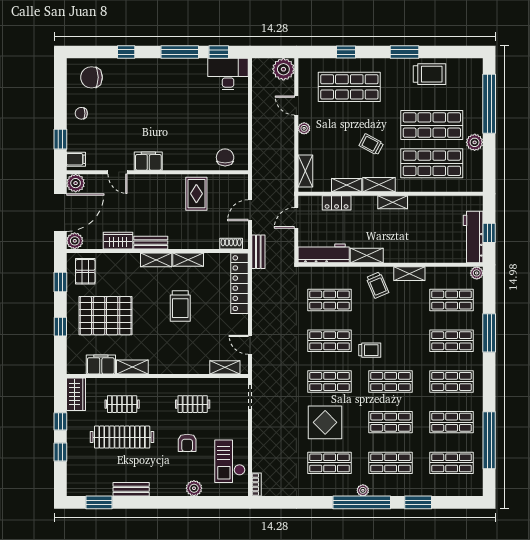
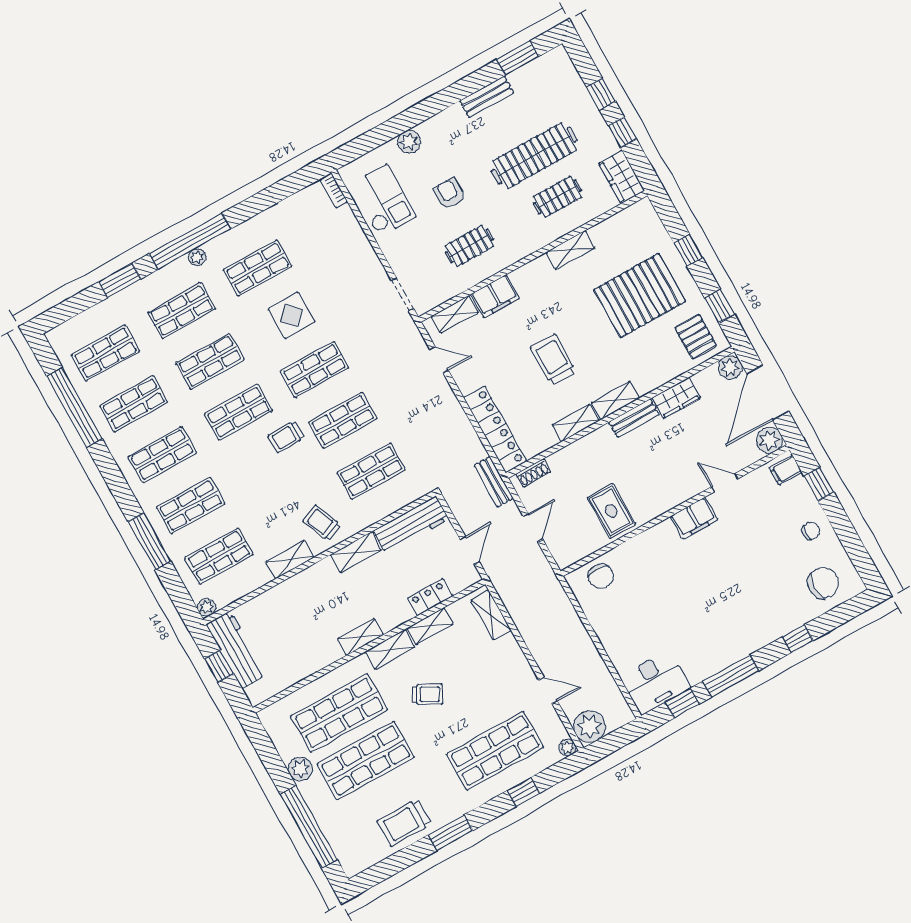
plant: (304, 128) -> (567, 748), moved
filing cabinet: (101, 365) -> (495, 296), moved
display table: (325, 422) -> (292, 315), width x0.73, depth x0.73

